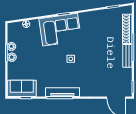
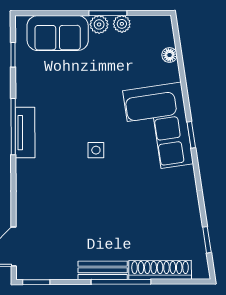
sofa: (22, 88) -> (58, 33), moved, turned 90
tv unit: (62, 92) -> (25, 133), width x0.71

